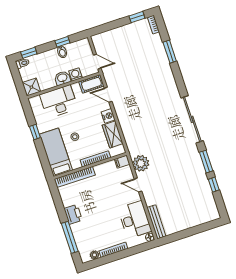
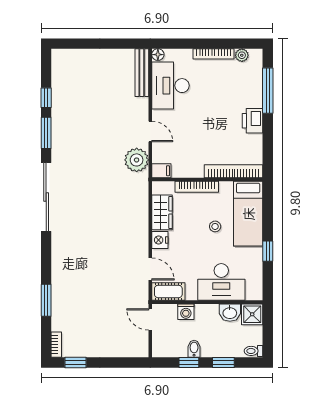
window: (29, 53) -> (223, 363), moved
washbasin: (62, 78) -> (230, 313), moved

